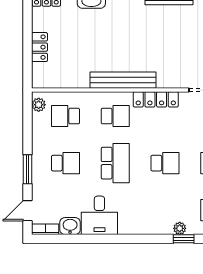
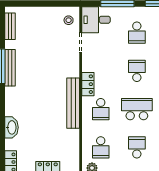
locker: (156, 99) -> (88, 84), width x0.66
school desk: (115, 116) -> (101, 109), turned 180

